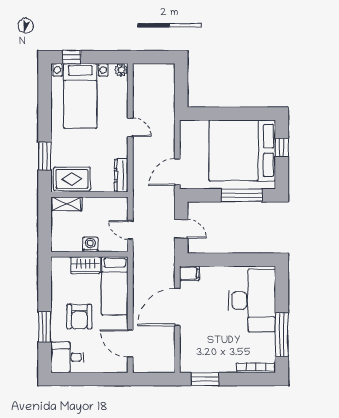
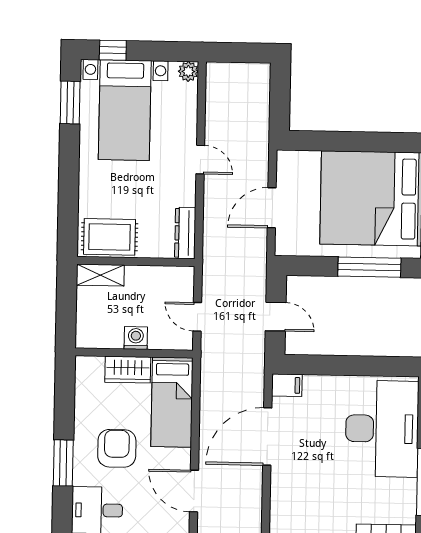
window: (45, 156) -> (70, 103), moved
door: (177, 172) -> (272, 208), moved
armchair: (79, 317) -> (117, 448), turned 180

